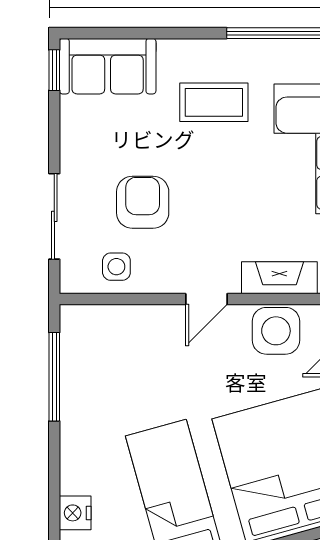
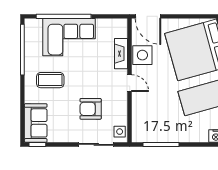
coffee table: (214, 102) -> (50, 80), turned 90
side table: (116, 267) -> (120, 132), moved

